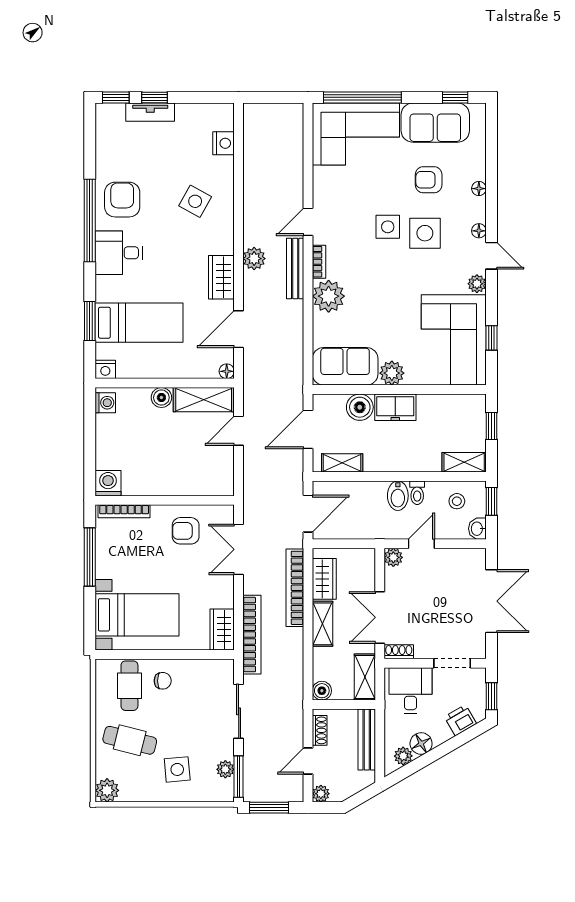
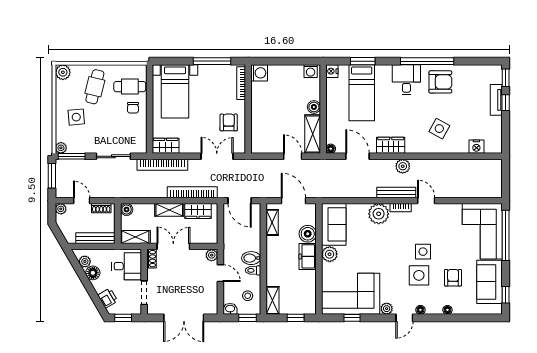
plant: (225, 769) -> (61, 148), moved

